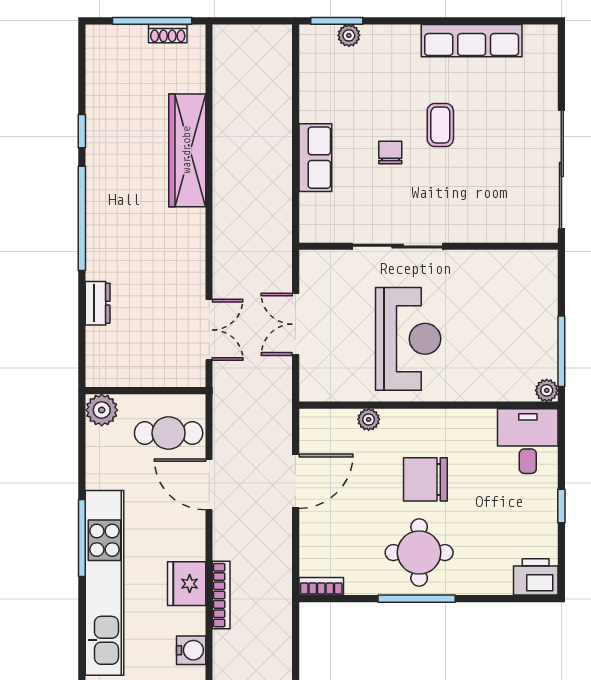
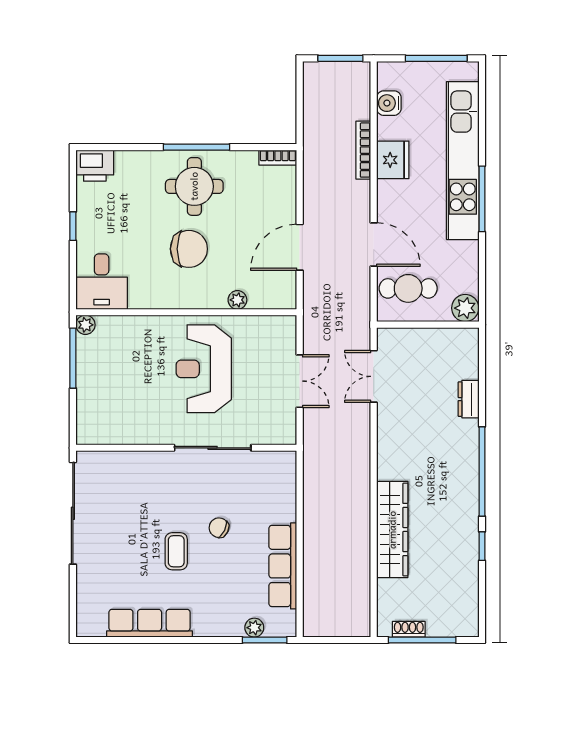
chair: (390, 153) -> (219, 528), turned 116
row of seats: (315, 158) -> (283, 566), moved, width x1.48

